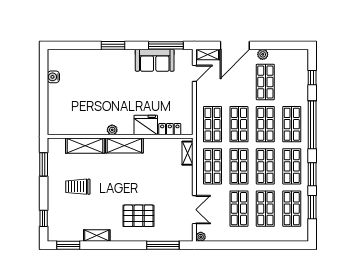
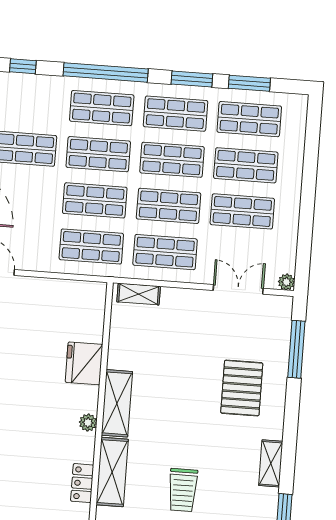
locker: (170, 129) -> (82, 483), moved

